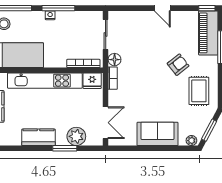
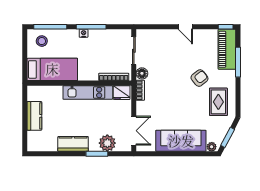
kitchen unit: (45, 81) -> (88, 92), width x0.73
sofa: (157, 134) -> (181, 141), width x1.36

